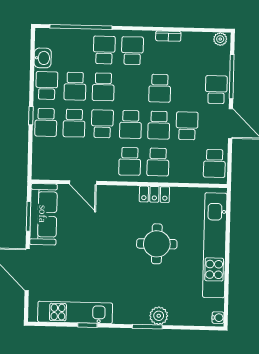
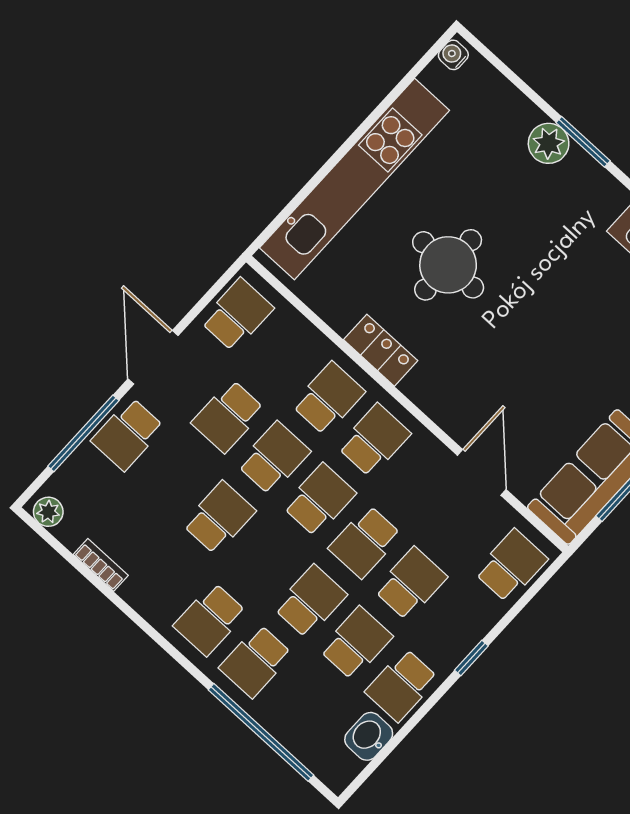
bookcase: (168, 36) -> (101, 565), moved
school desk: (46, 122) -> (511, 566), moved

